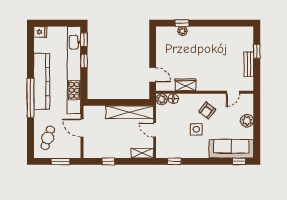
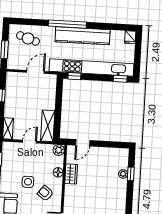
window: (84, 61) -> (74, 76), moved
floor lamp: (173, 99) -> (58, 172), moved
shelving: (130, 112) -> (48, 126), width x0.68

